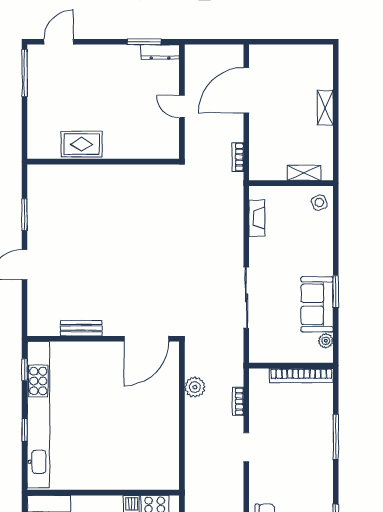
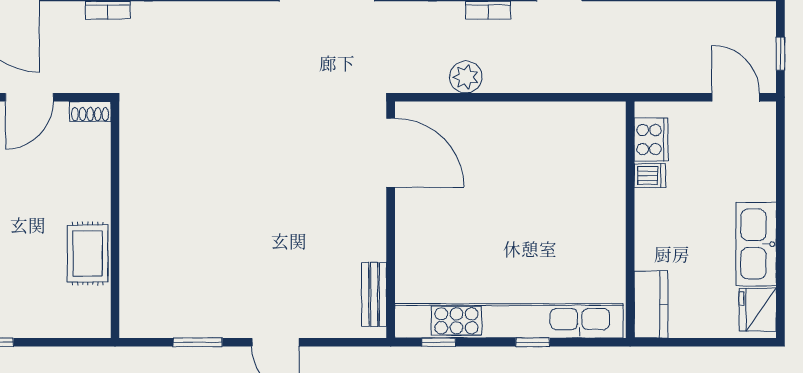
door: (182, 107) -> (29, 97), width x1.38
shoe rack: (173, 146) -> (90, 112), added
bench: (81, 328) -> (374, 294), moved

